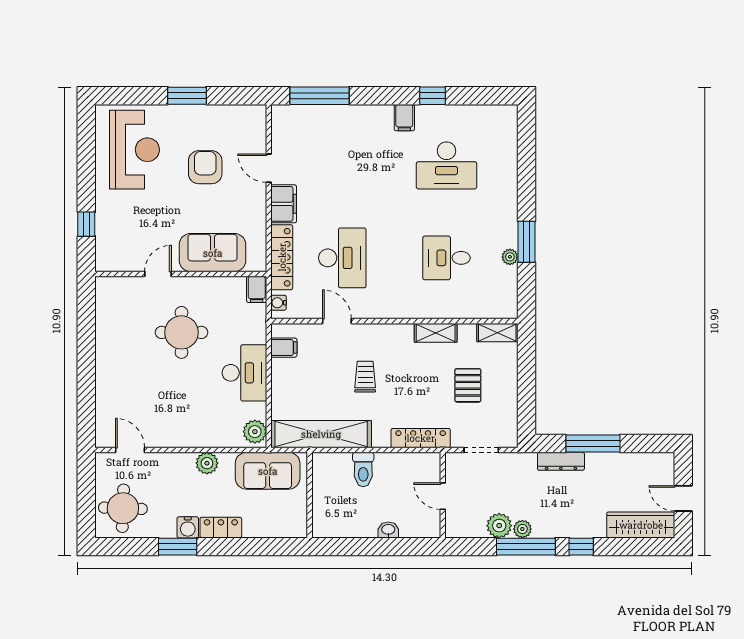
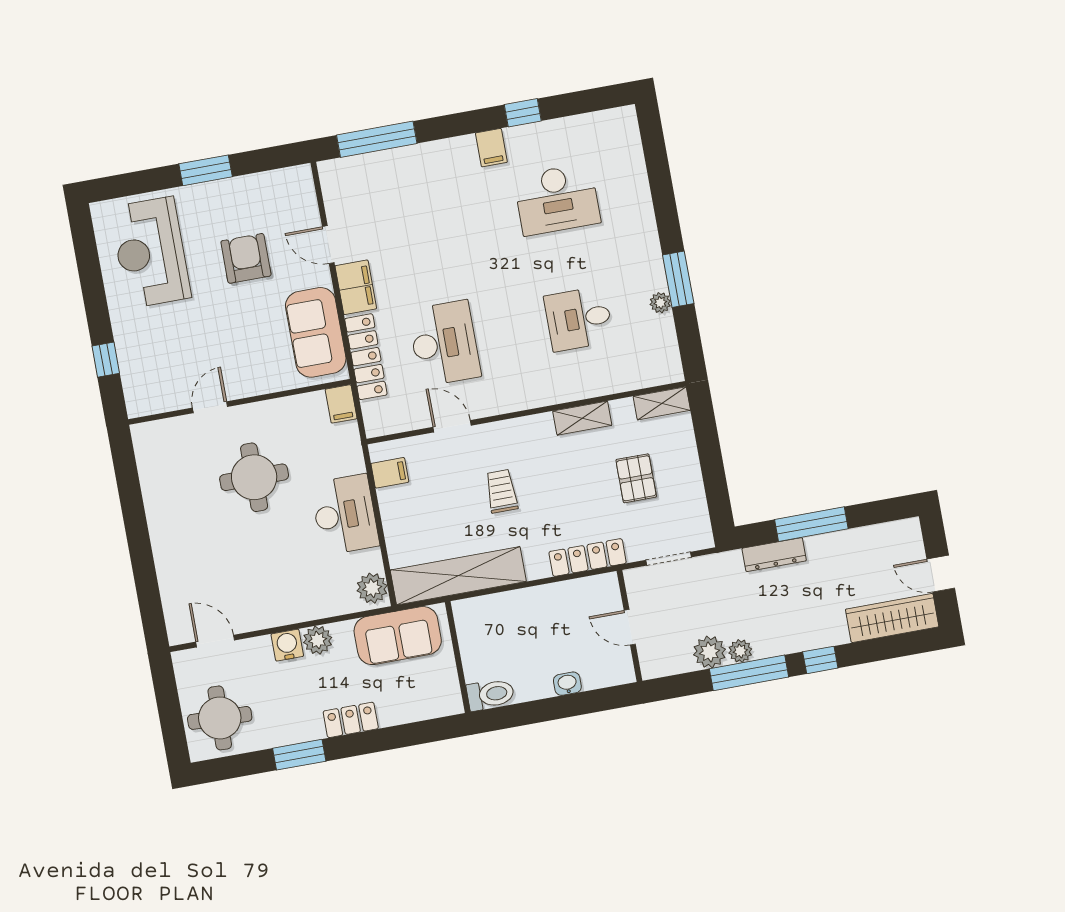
reception desk: (134, 150) -> (150, 252), turned 180
sofa: (213, 253) -> (316, 332), moved, turned -90
water cooler: (279, 303) -> (372, 416), removed
toilet: (363, 470) -> (490, 694), moved, turned -90
water cooler: (188, 527) -> (287, 645), moved, turned 180

